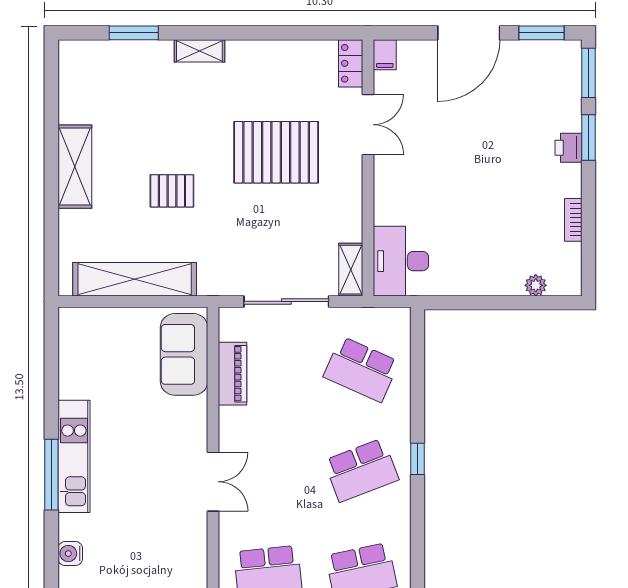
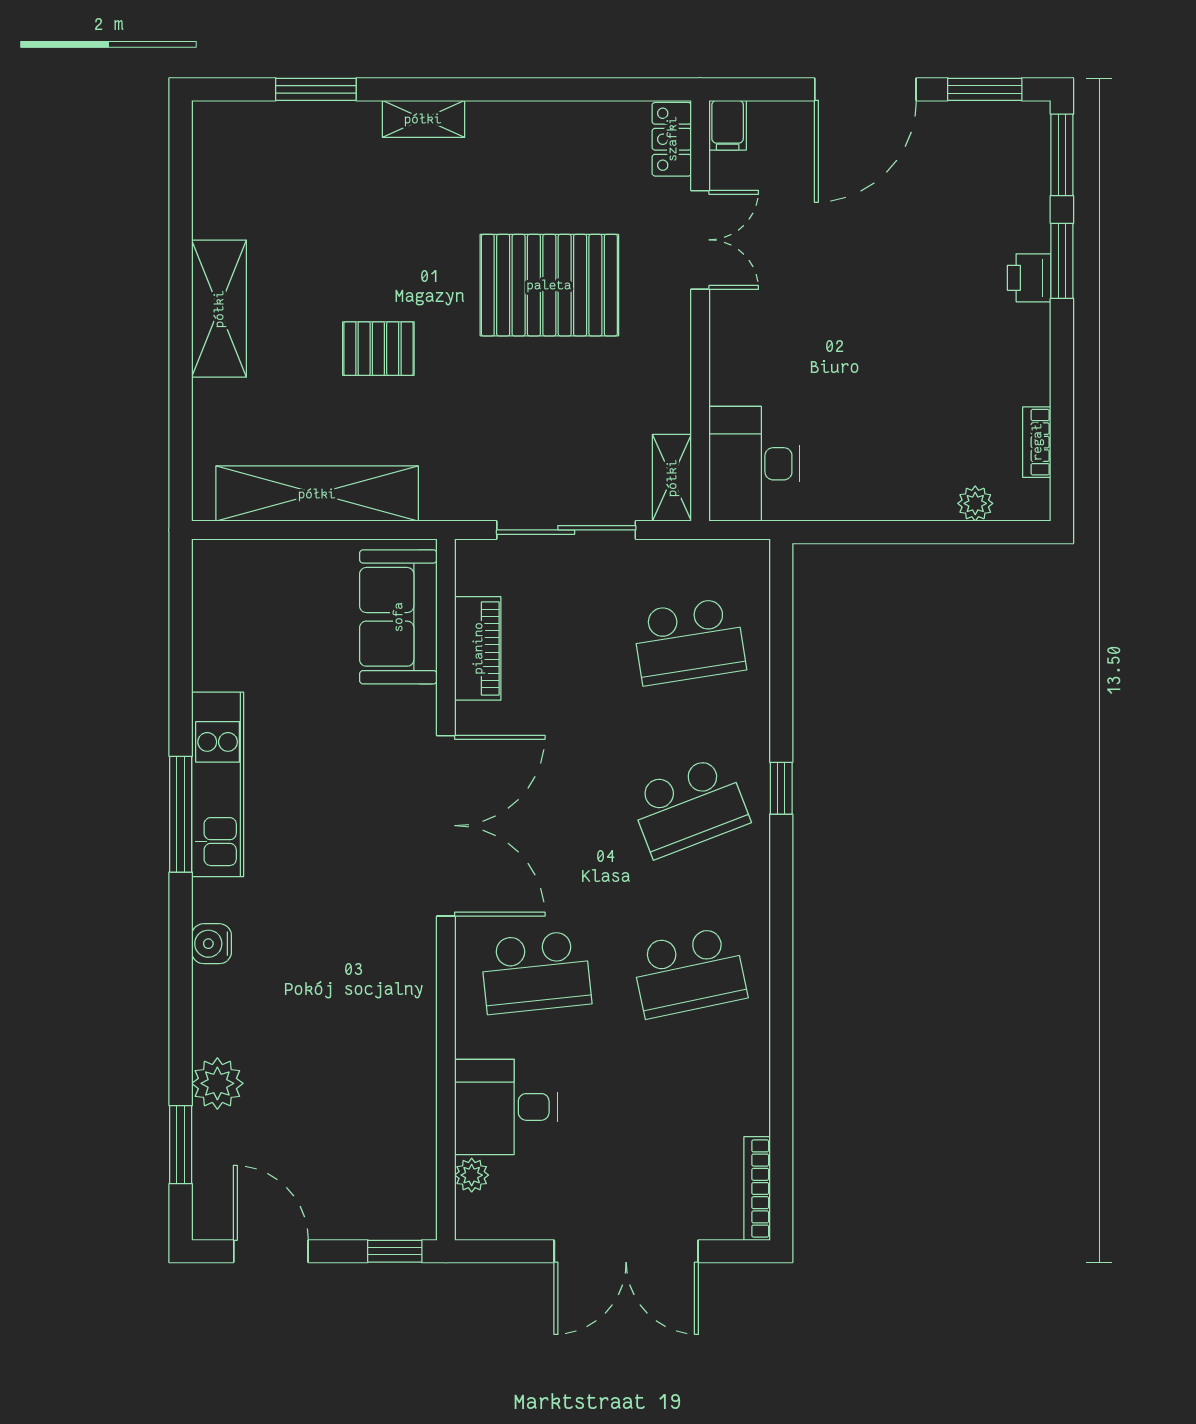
bookcase: (573, 220) -> (1037, 442), moved
school desk: (361, 369) -> (689, 641), turned -33
double door: (213, 482) -> (446, 826), width x1.87

